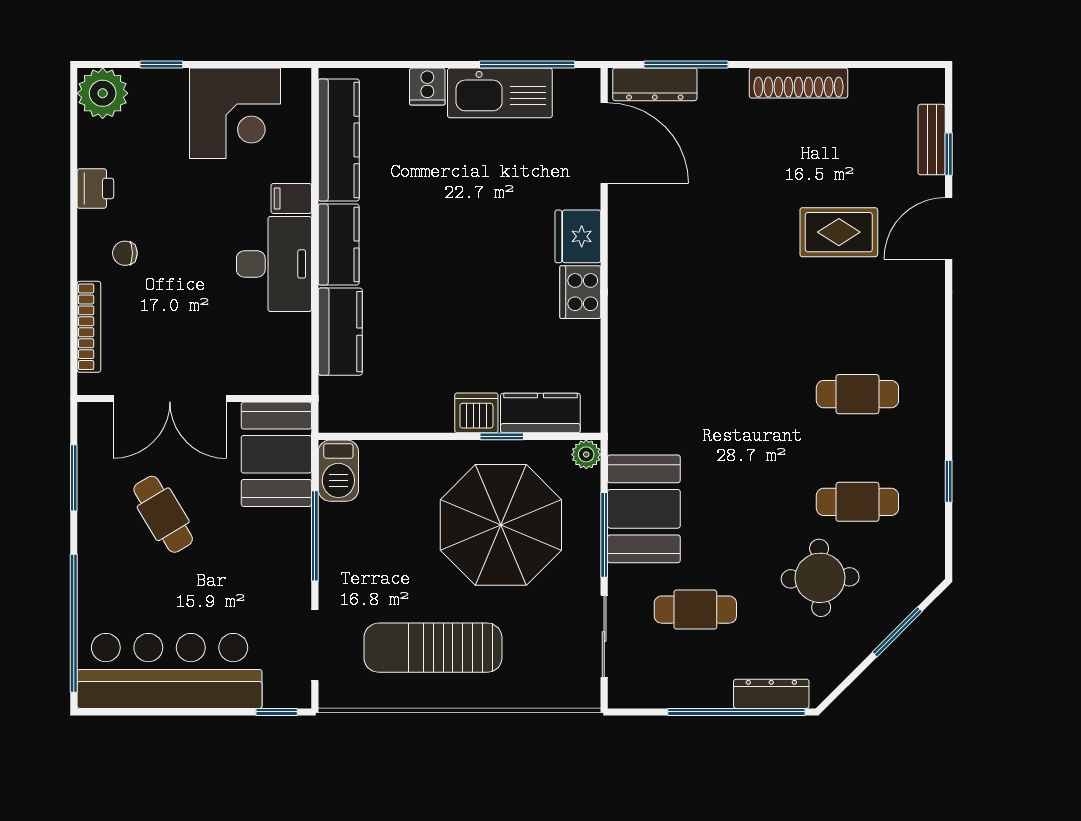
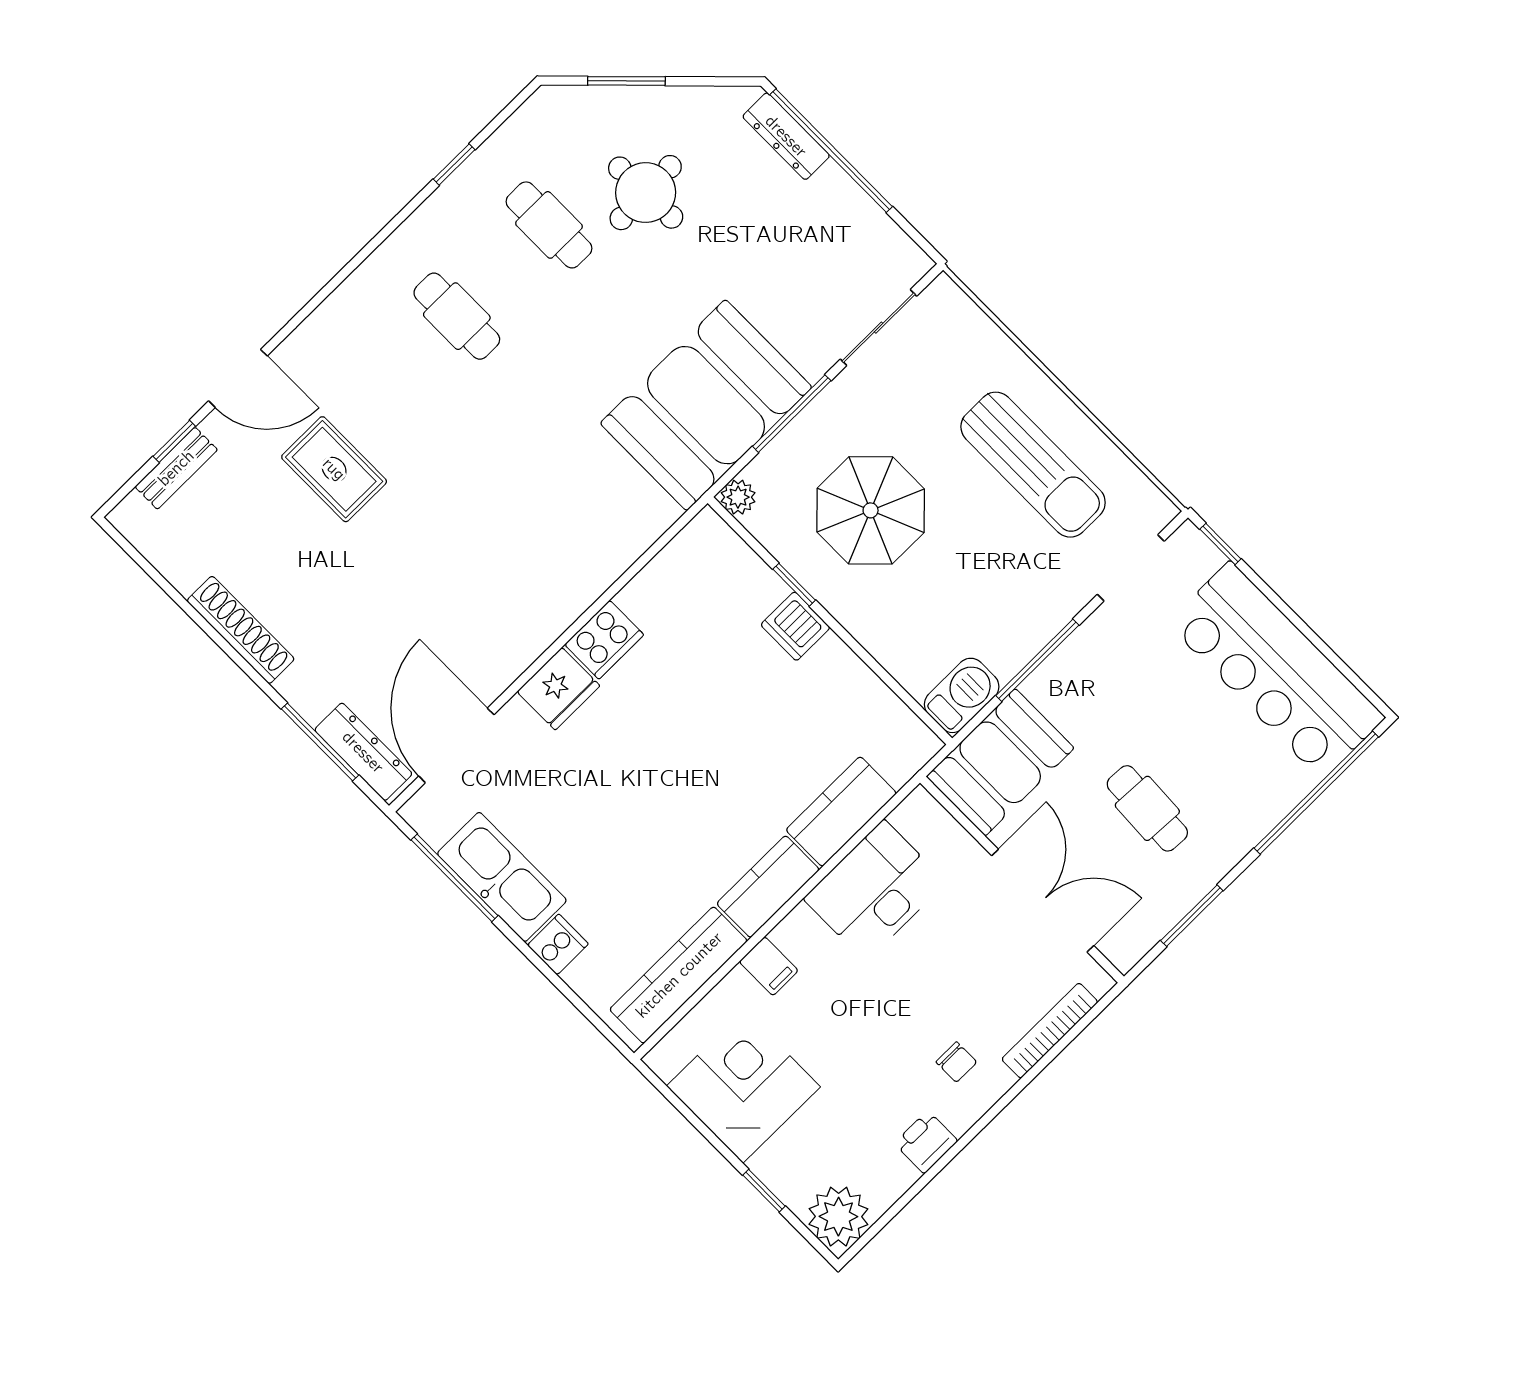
desk: (274, 264) -> (875, 890), moved
kitchen counter: (540, 413) -> (741, 571), removed
booth: (644, 509) -> (706, 405), width x1.36, depth x1.42
cafe table: (163, 514) -> (1147, 808), turned -56
parasol: (501, 525) -> (871, 510), width x0.73, depth x0.73
cafe table: (695, 610) -> (778, 272), removed

